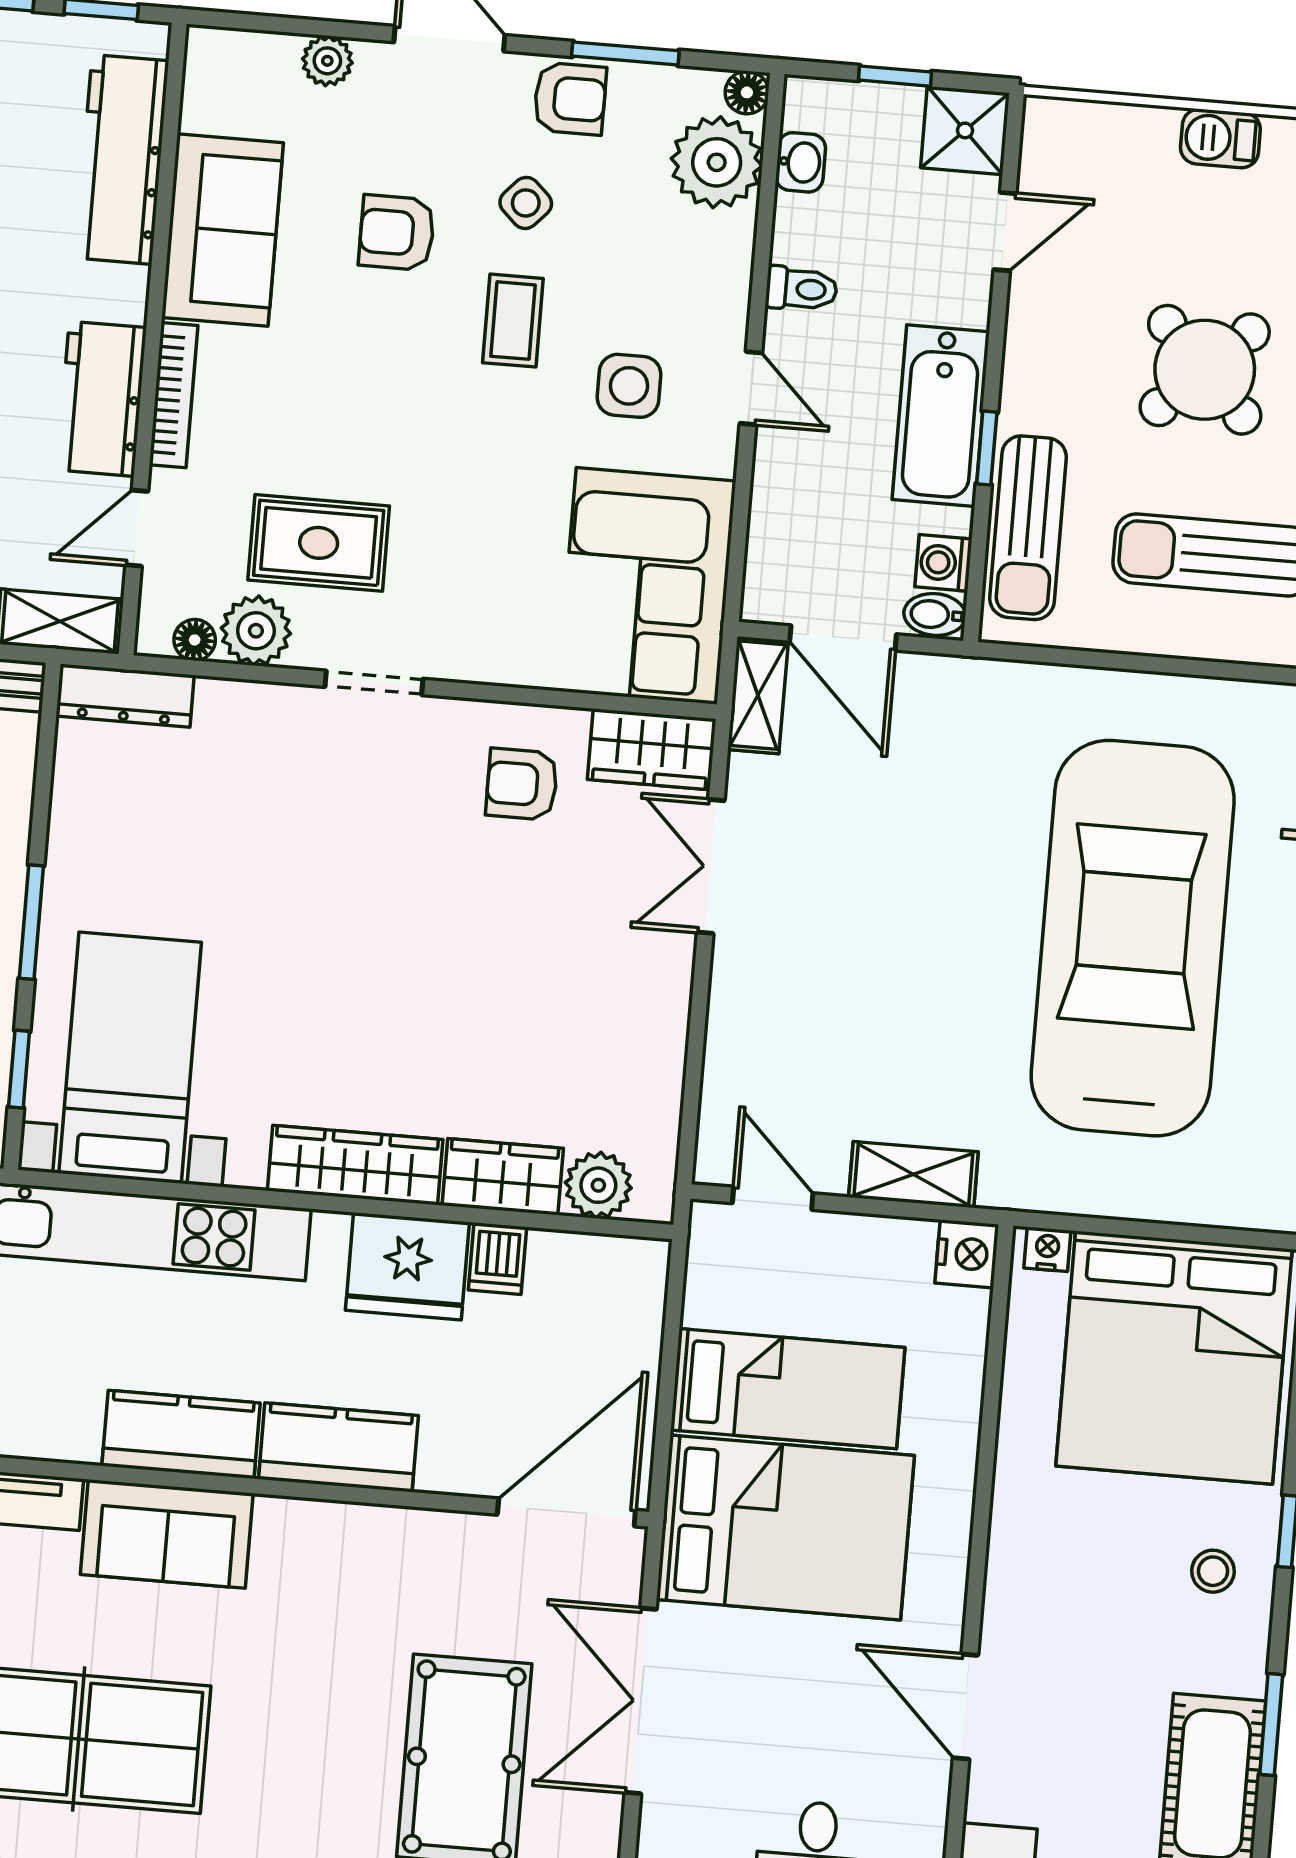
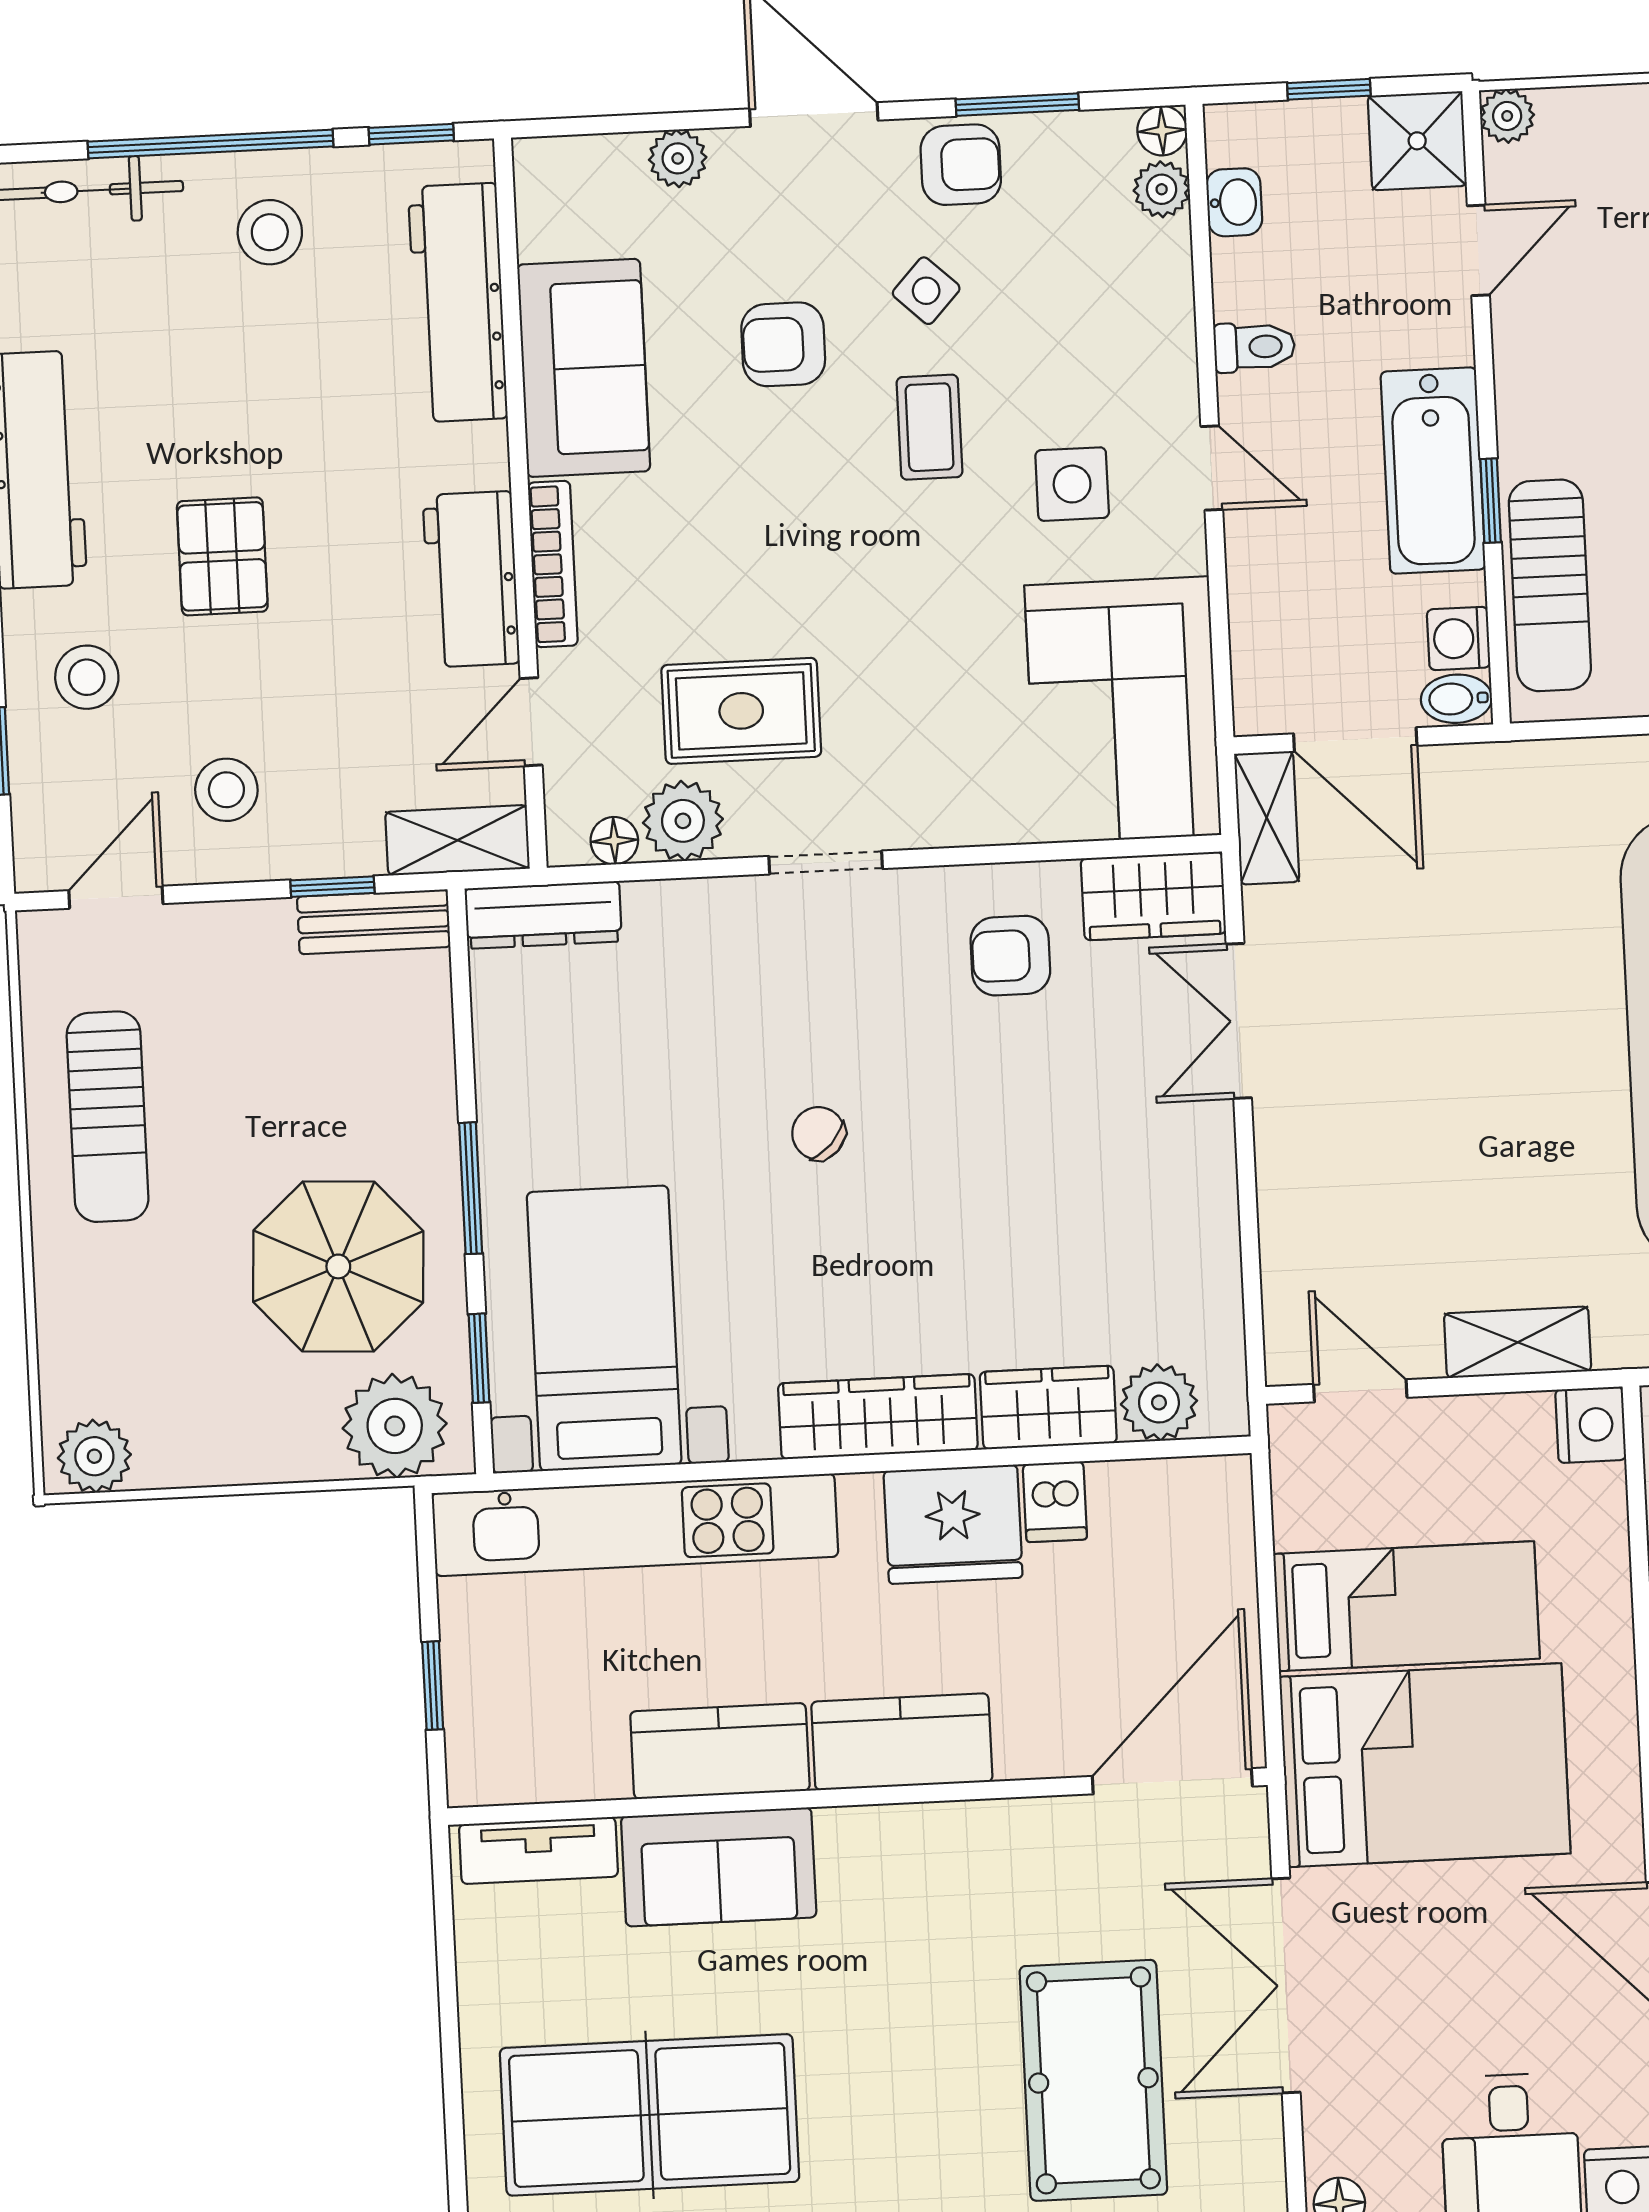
plant: (1045, 119) -> (1507, 116), added
plant: (717, 162) -> (1162, 189), width x0.53, depth x0.53
chair: (337, 915) -> (818, 1133), added

